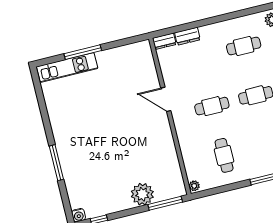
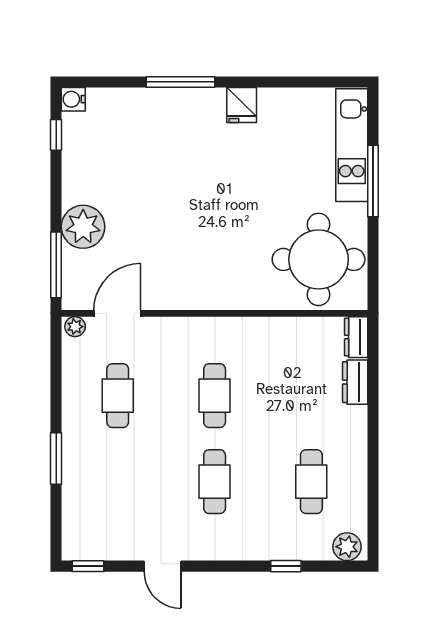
round table: (130, 70) -> (319, 259), added
door: (166, 99) -> (117, 313), moved
fridge: (60, 129) -> (242, 105), added
cafe table: (224, 155) -> (118, 396), turned 90

